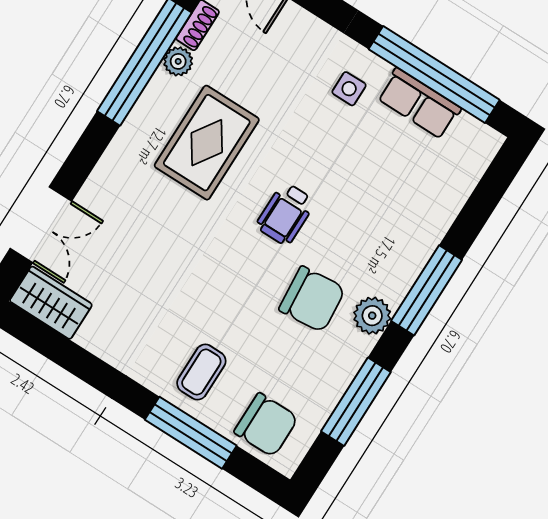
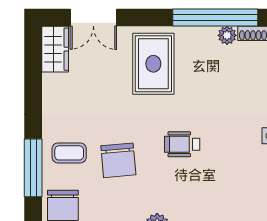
rug: (207, 143) -> (153, 64), moved, turned 90
chair: (312, 299) -> (118, 160), moved

